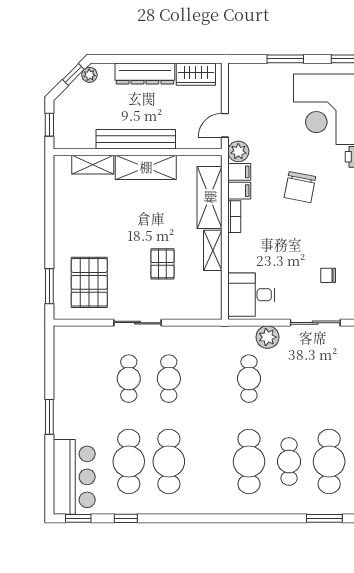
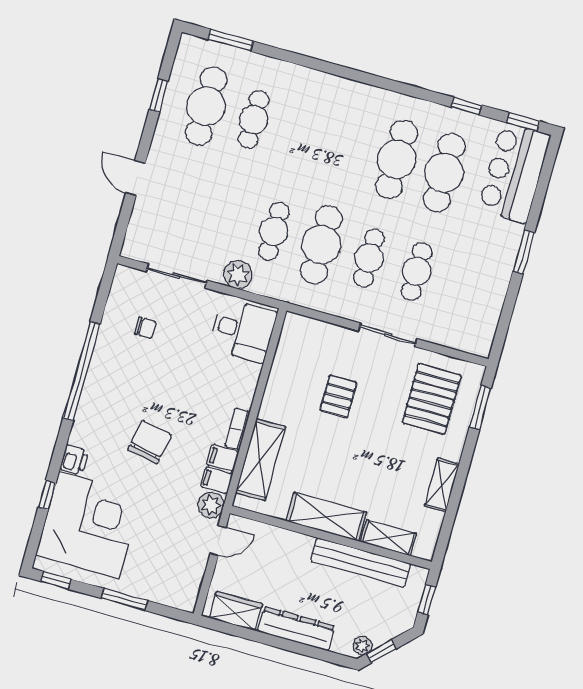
bench: (136, 139) -> (361, 562), moved
shelving: (213, 250) -> (442, 485), moved
cafe table: (249, 461) -> (321, 245), moved

